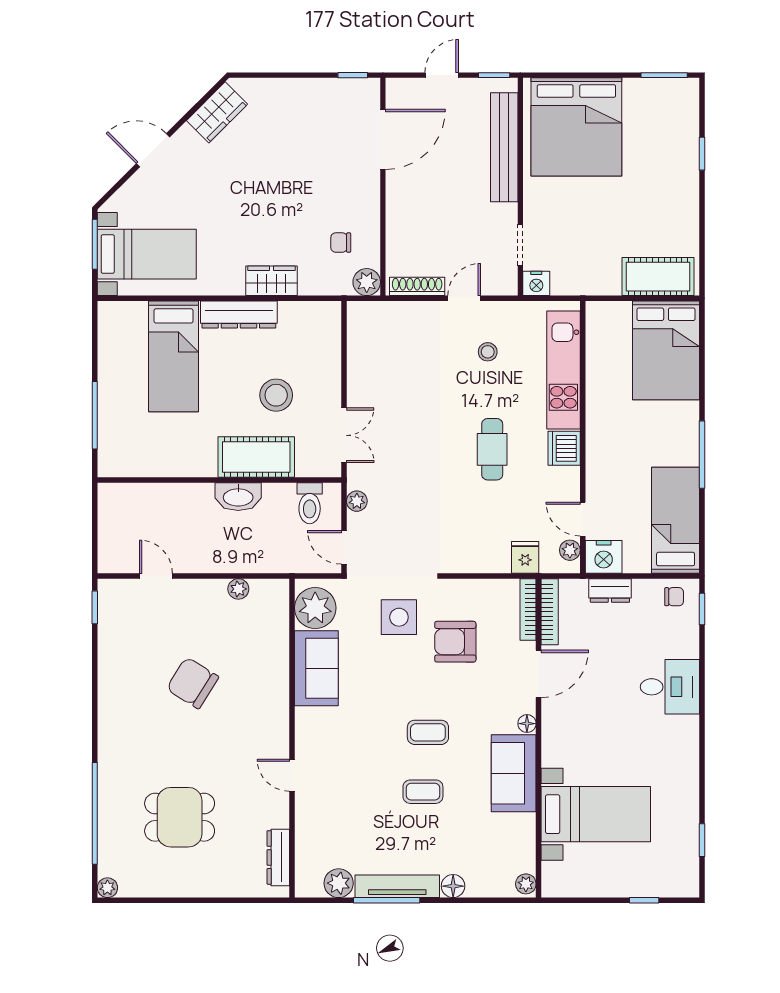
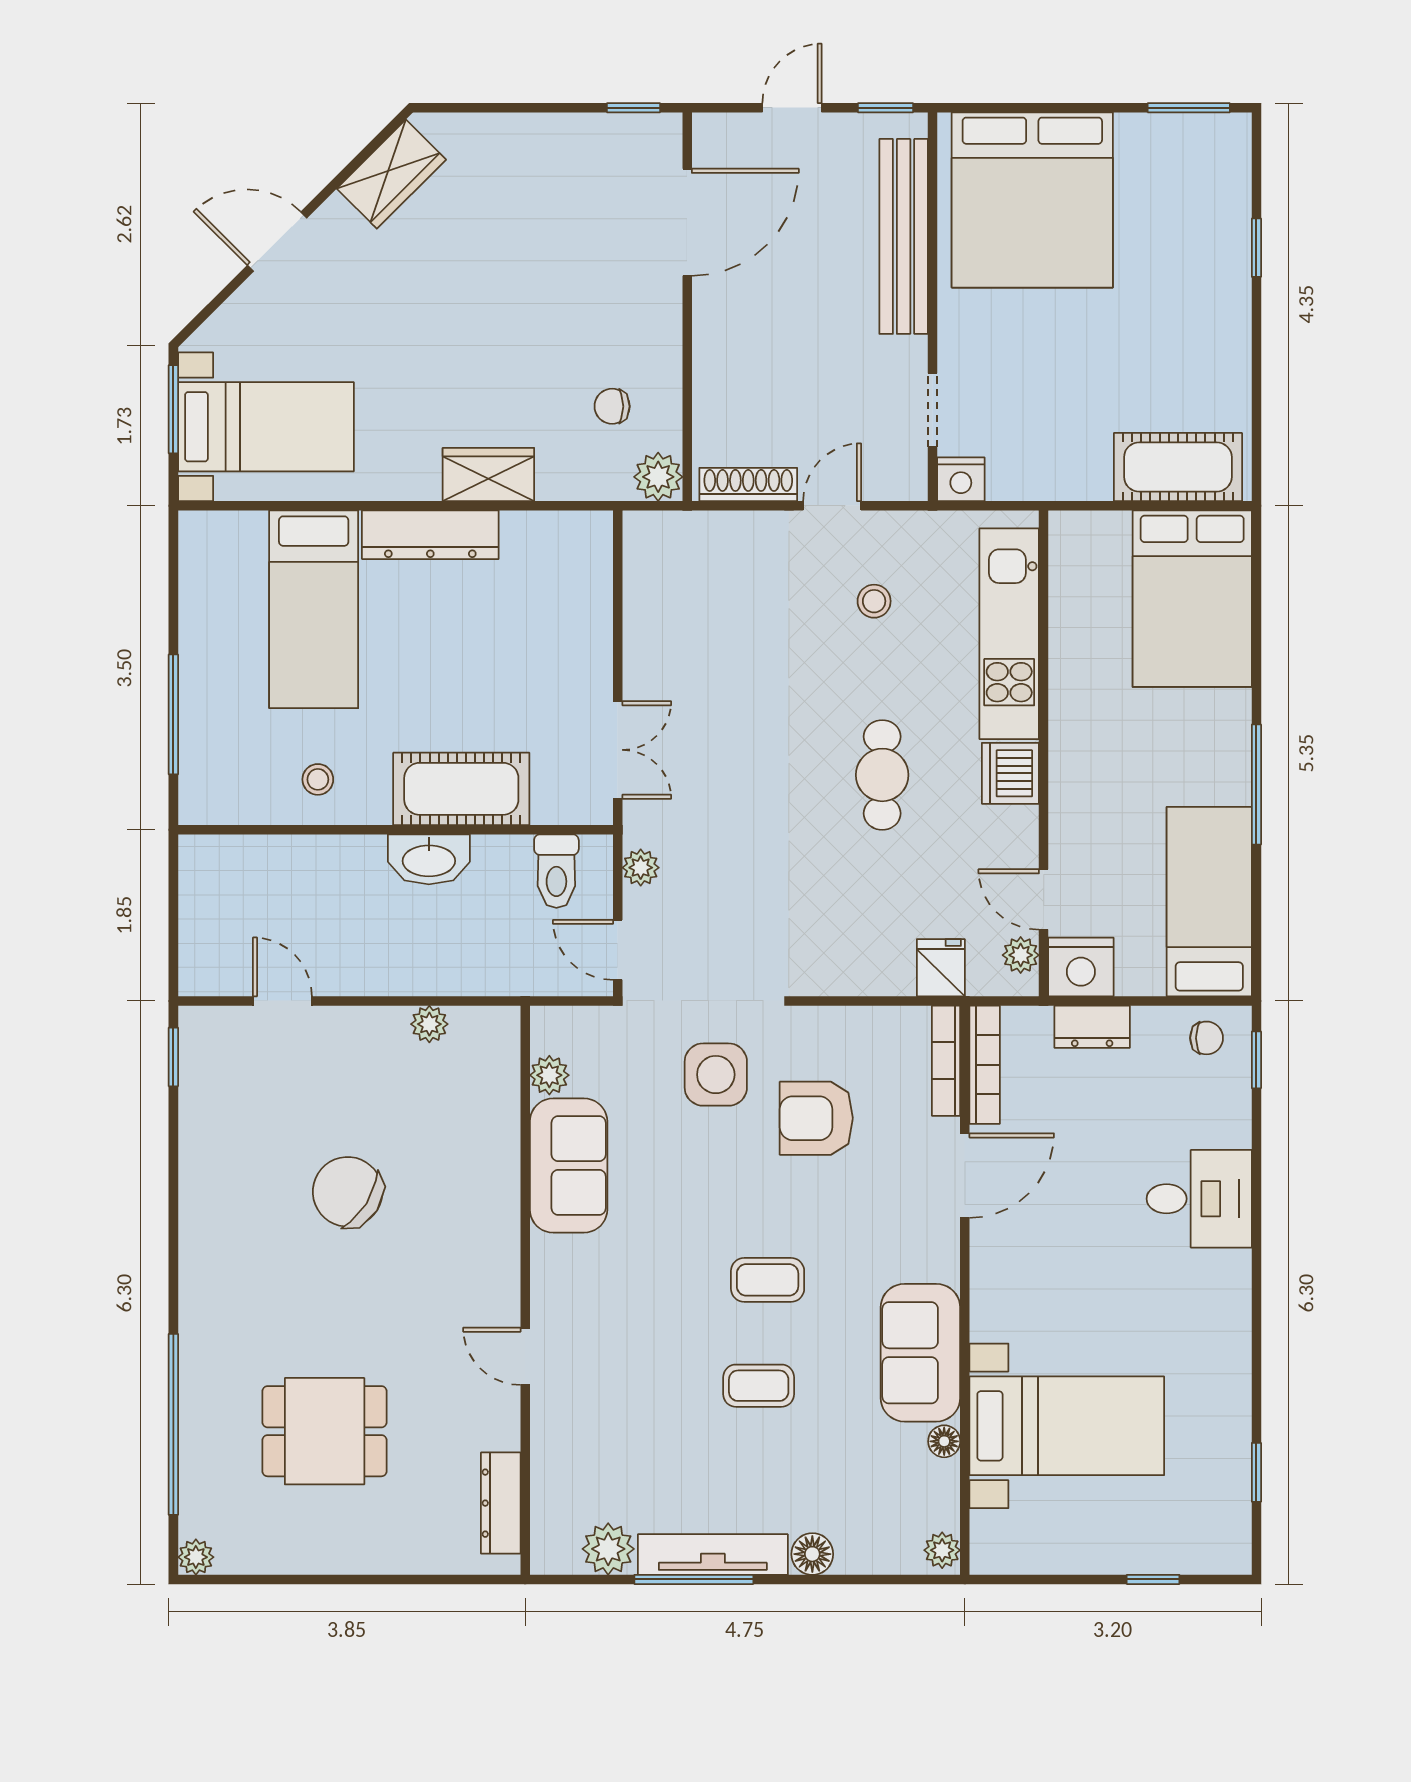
stool: (276, 395) -> (318, 779), moved, width x0.53, depth x0.53
plant: (315, 608) -> (549, 1075), width x0.53, depth x0.53
floor lamp: (527, 724) -> (944, 1441), moved

